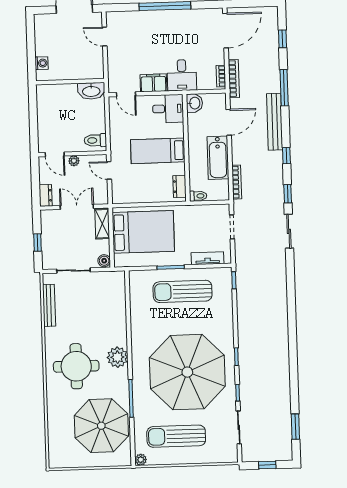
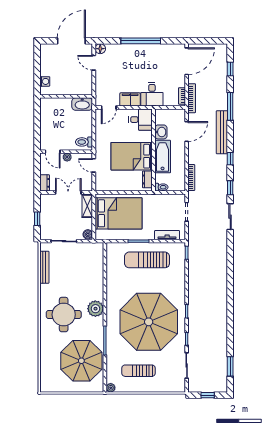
floor lamp: (112, 18) -> (100, 49), added
door: (126, 94) -> (109, 107), hinge flipped
washbasin: (194, 103) -> (161, 132), moved
bed: (158, 151) -> (132, 156), width x1.50
bathtub: (218, 158) -> (163, 157), moved, turned 180
sun lounger: (176, 436) -> (139, 371), width x0.73, depth x0.75

